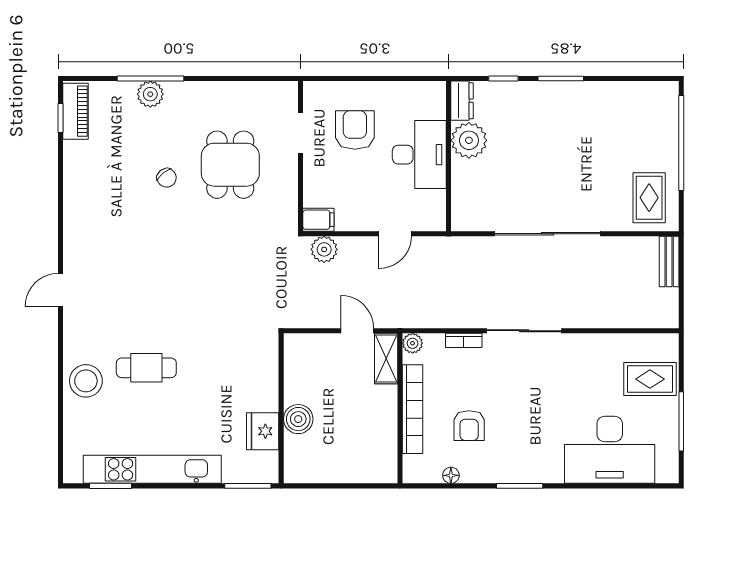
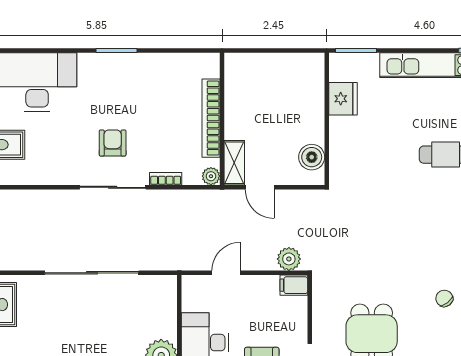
chair: (167, 178) -> (444, 298), moved
boiler: (298, 419) -> (312, 157), moved
armchair: (469, 426) -> (113, 143), moved
floor lamp: (451, 475) -> (177, 60), removed

